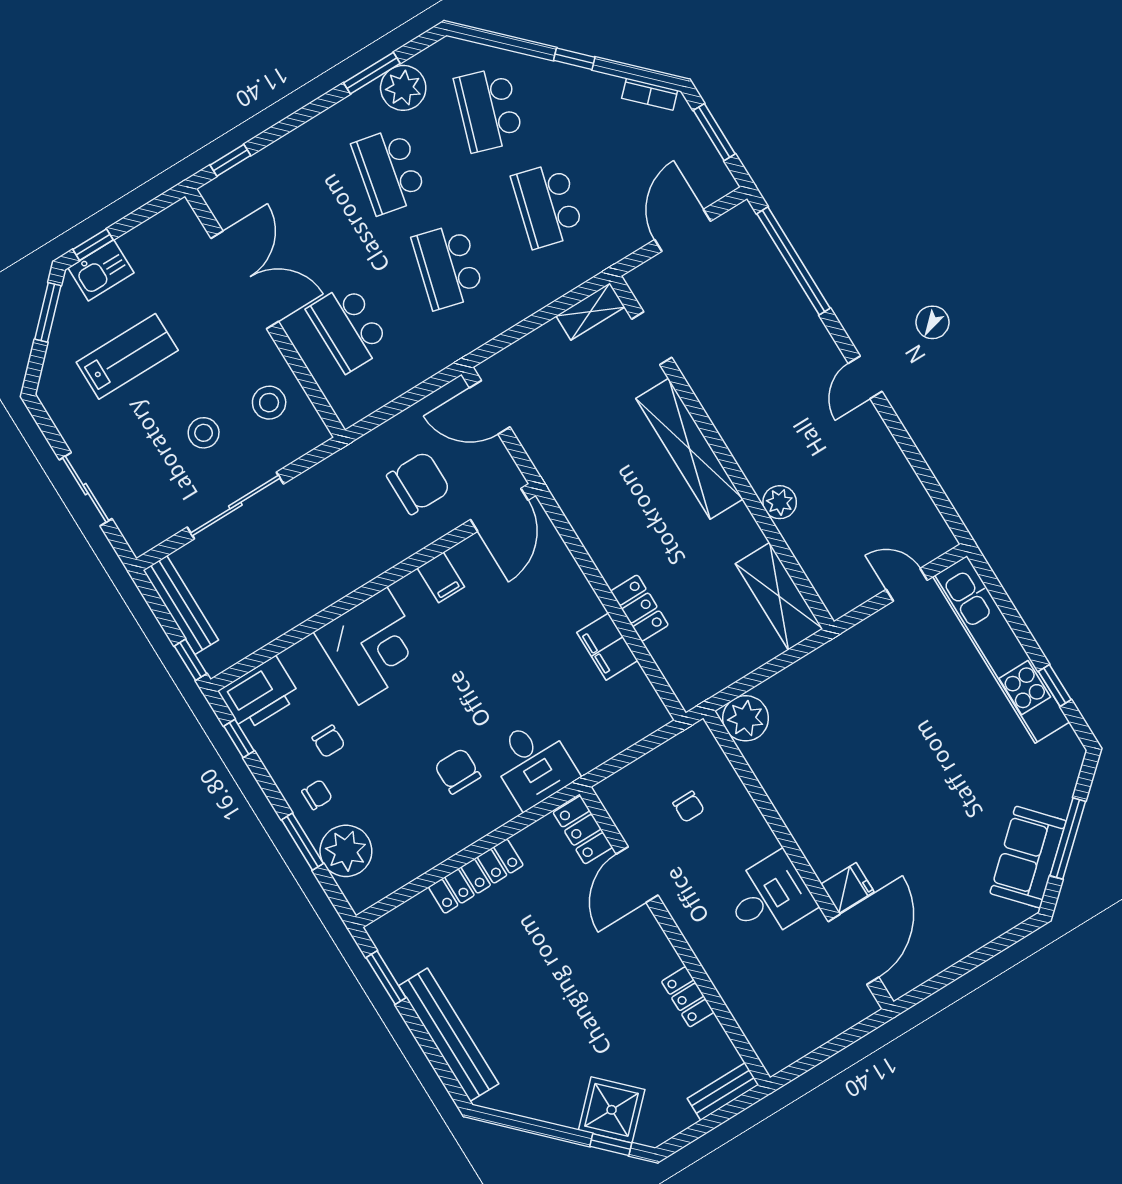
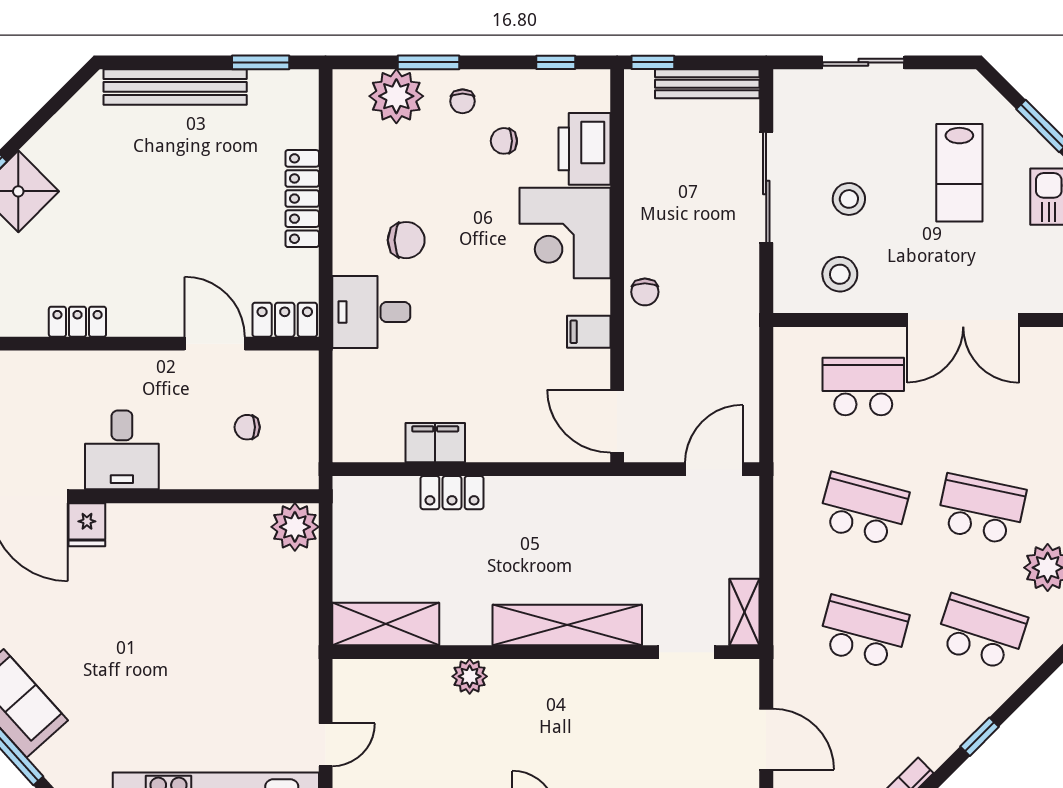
chair: (419, 483) -> (645, 292), moved, width x0.54, depth x0.54
printer: (259, 694) -> (584, 149), moved

